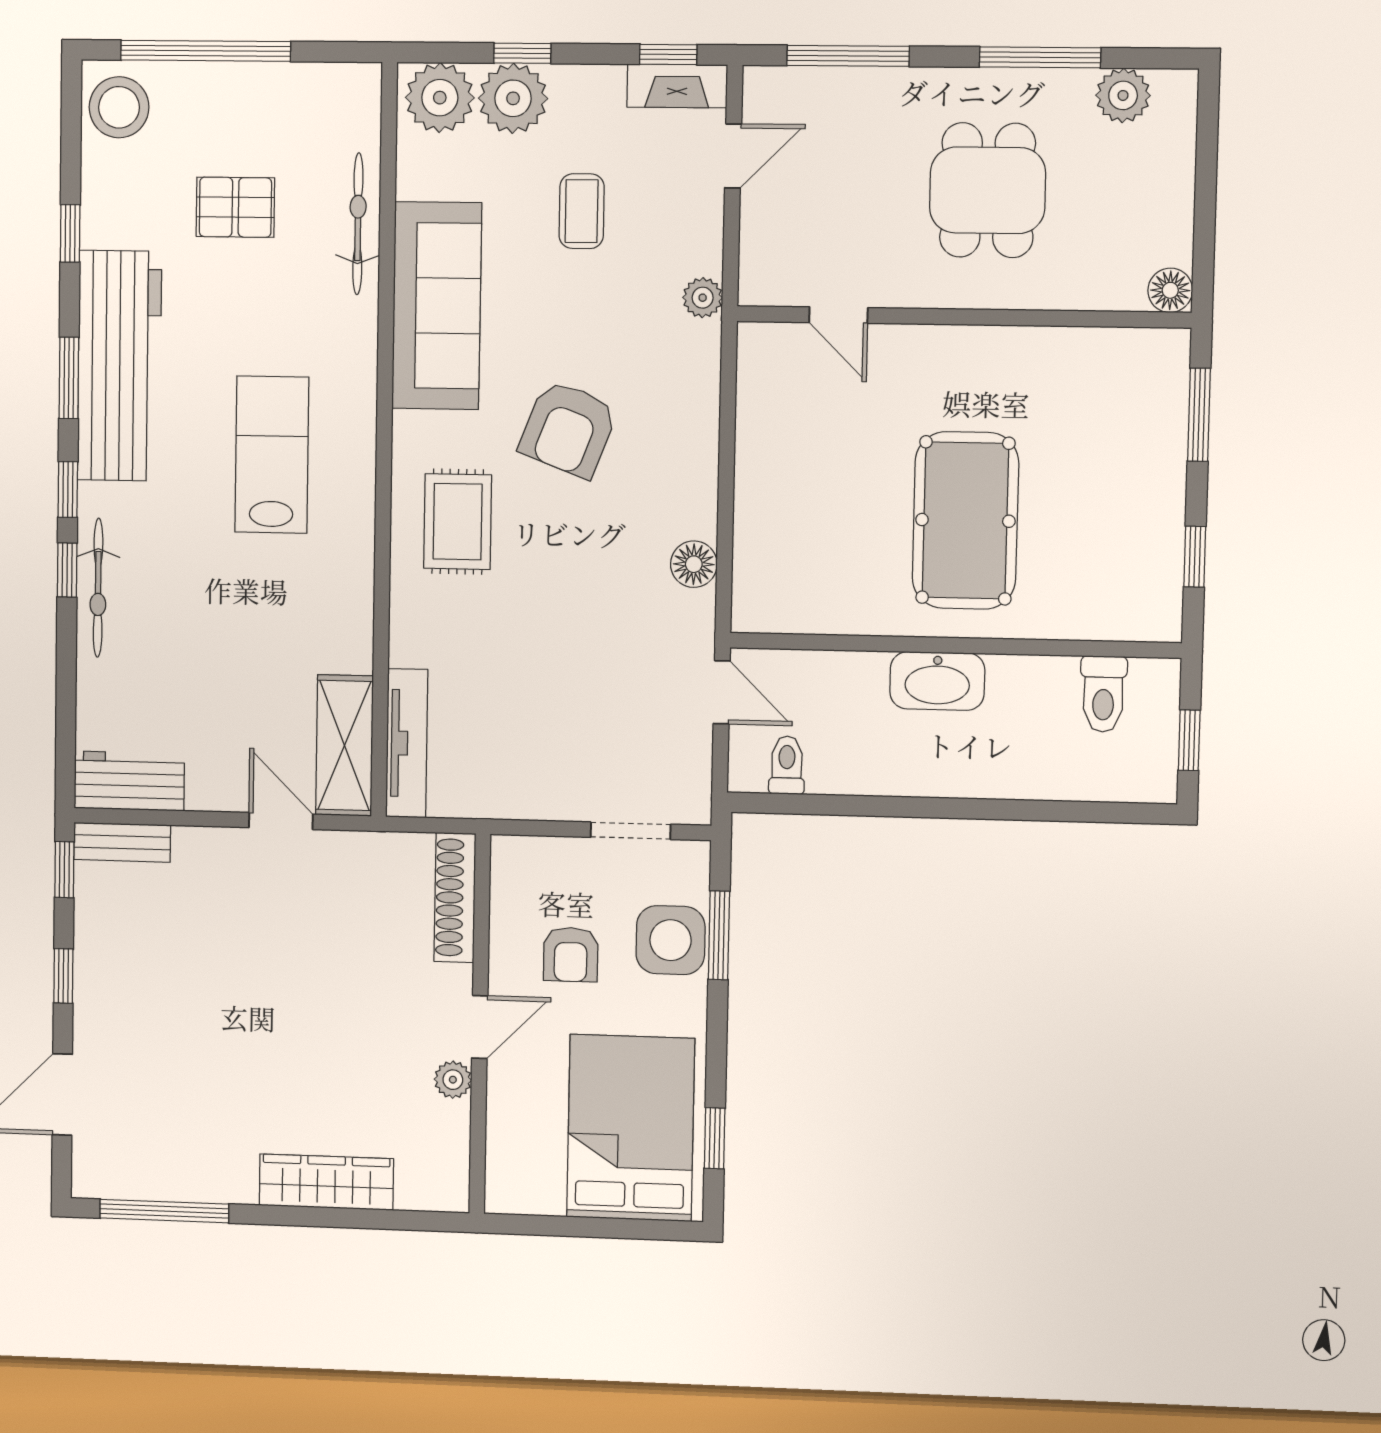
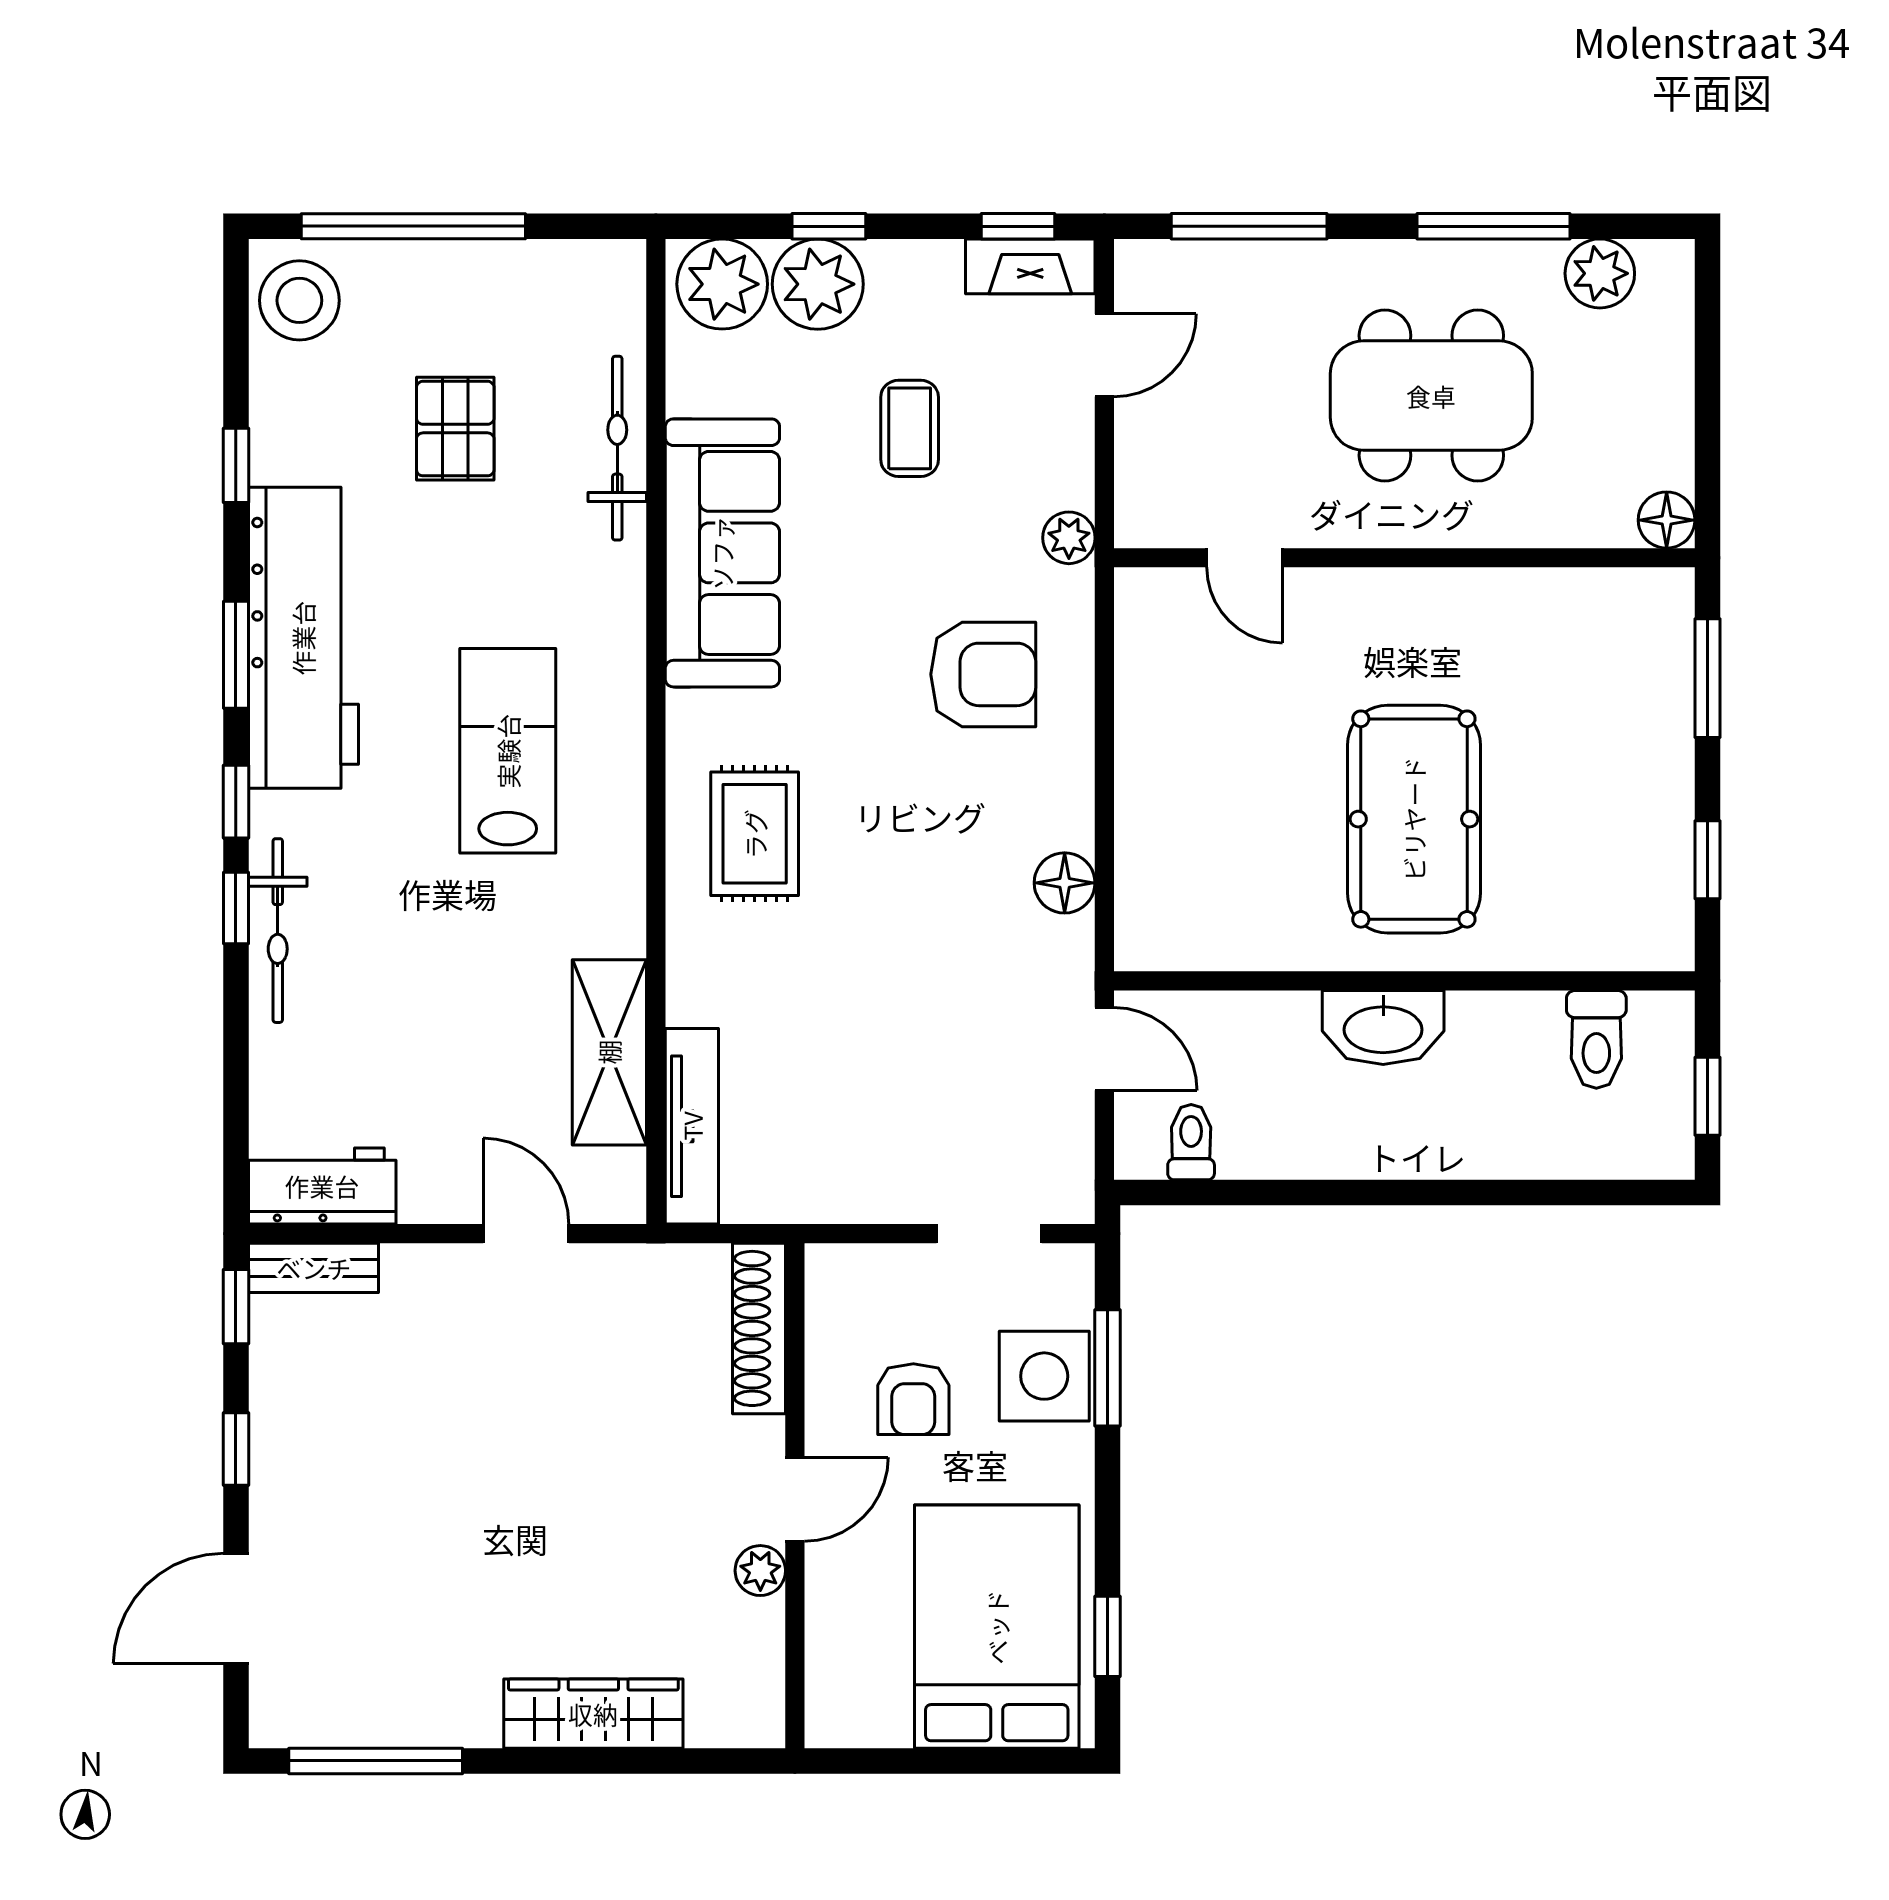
dining table: (988, 190) -> (1431, 396), width x1.38
pallet: (235, 207) -> (455, 429), turned 90
armchair: (568, 429) -> (983, 674), moved, turned -111
shelving: (344, 746) -> (609, 1052), moved

